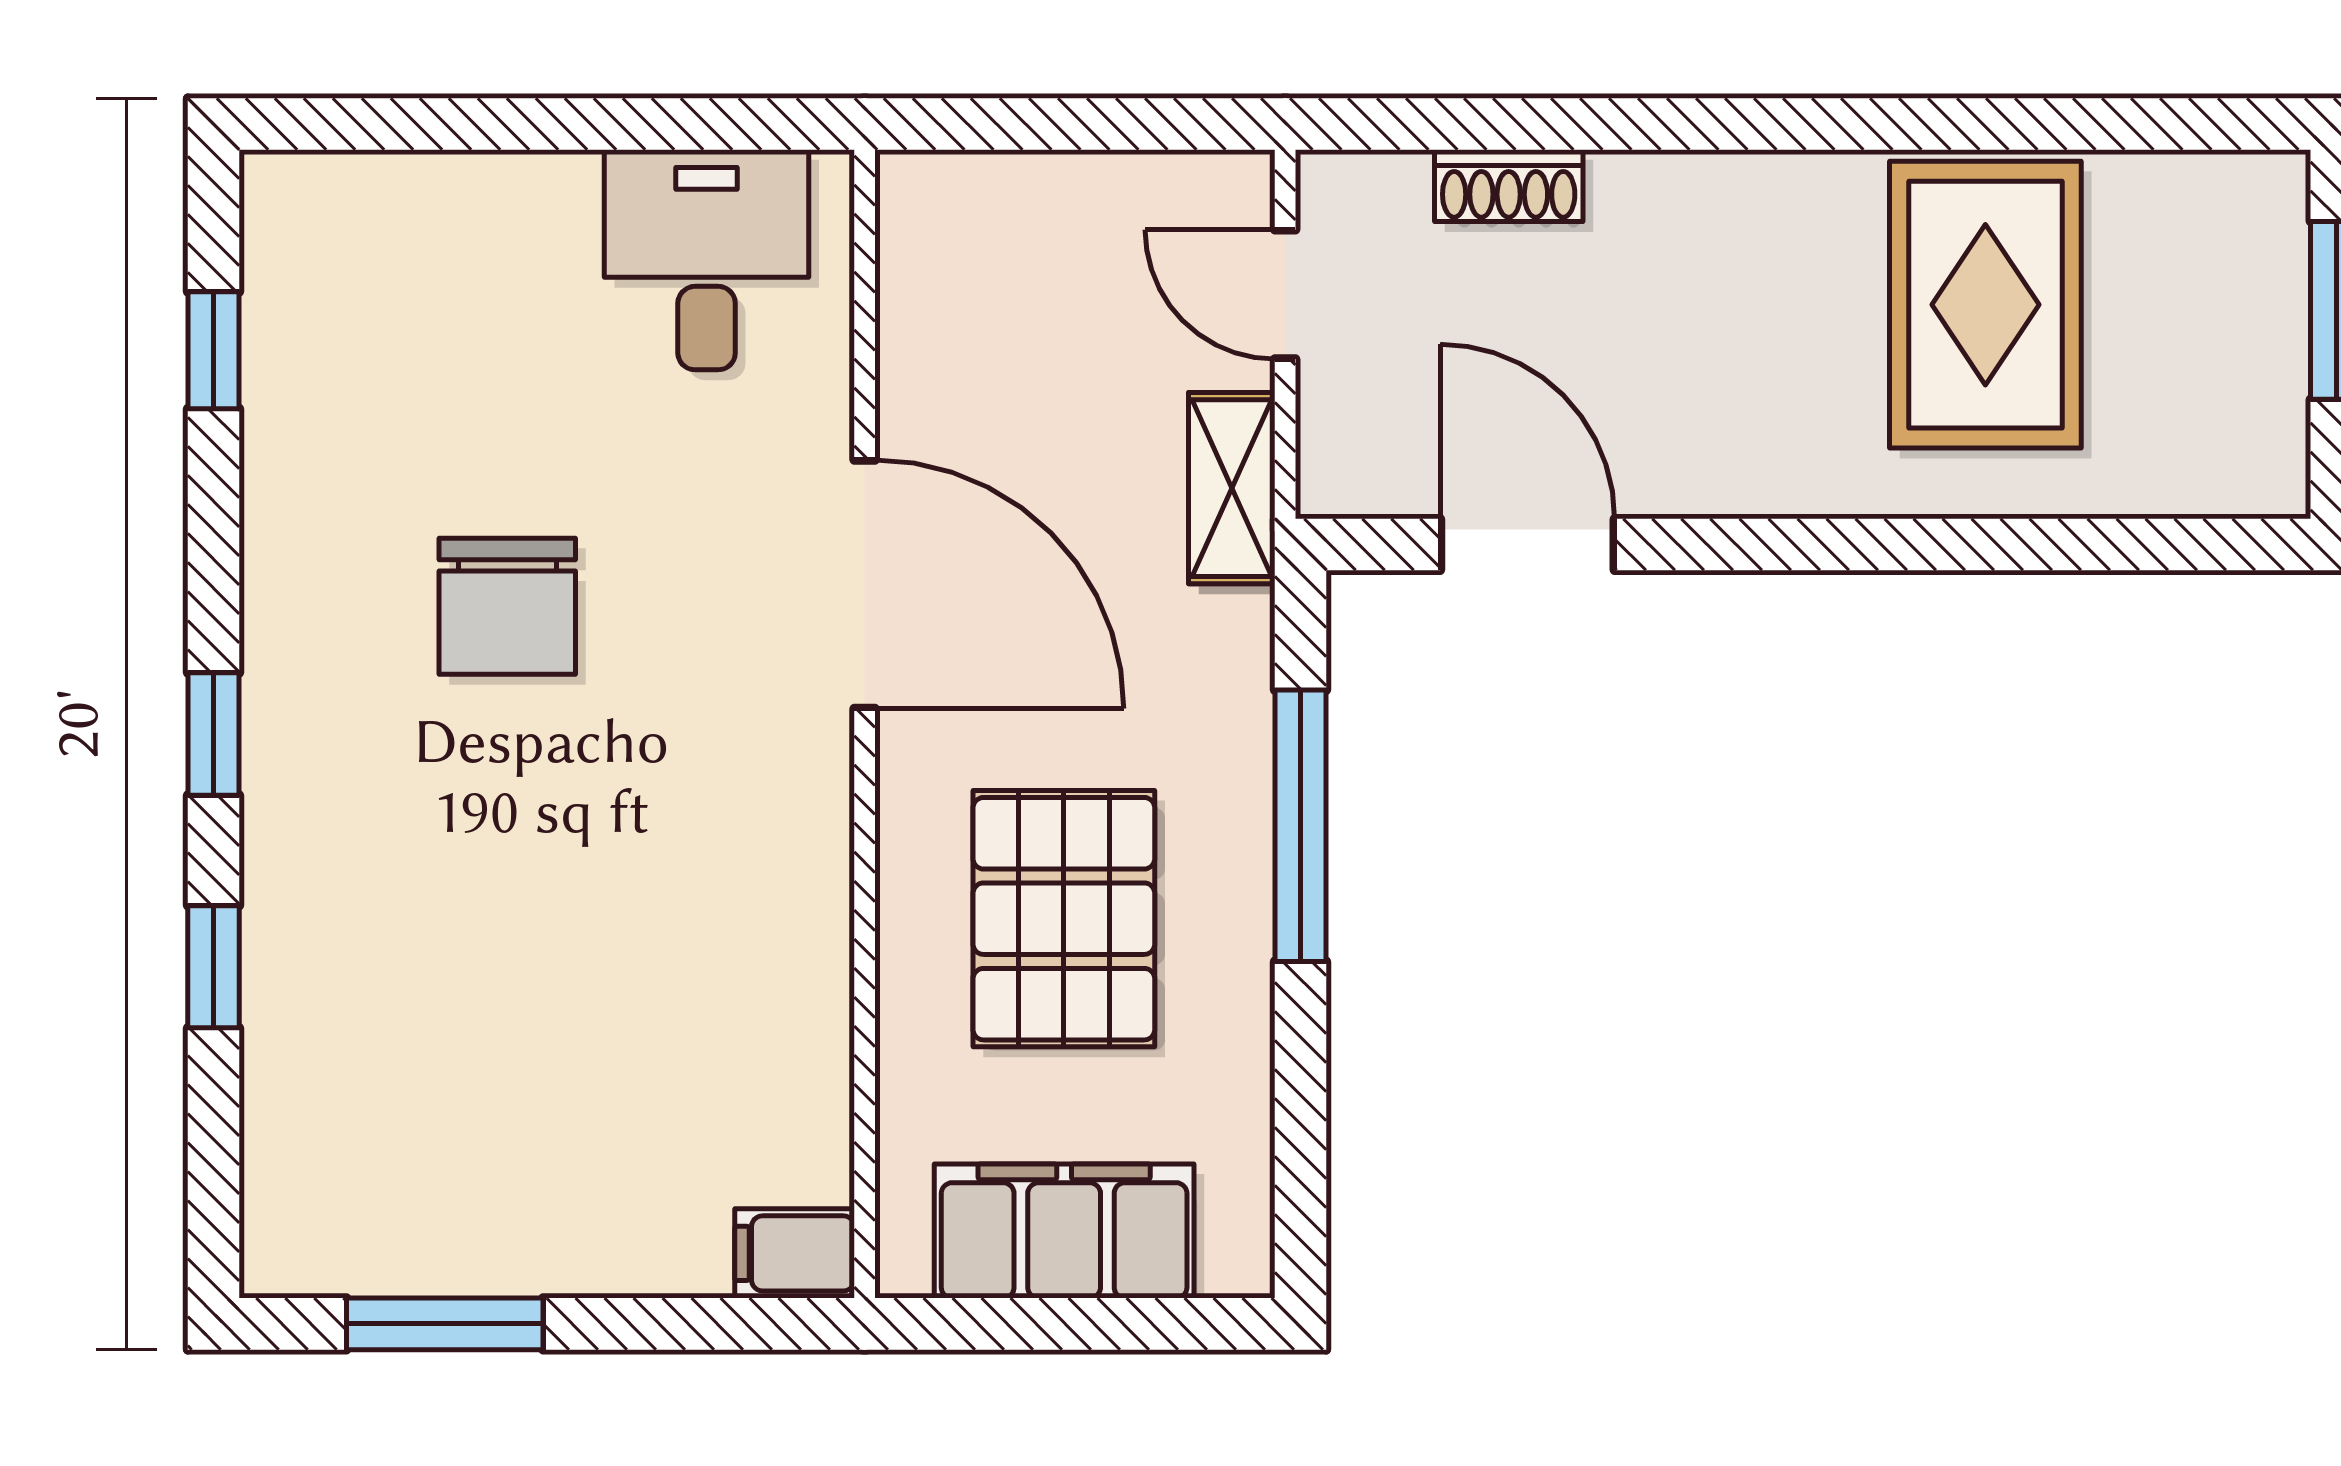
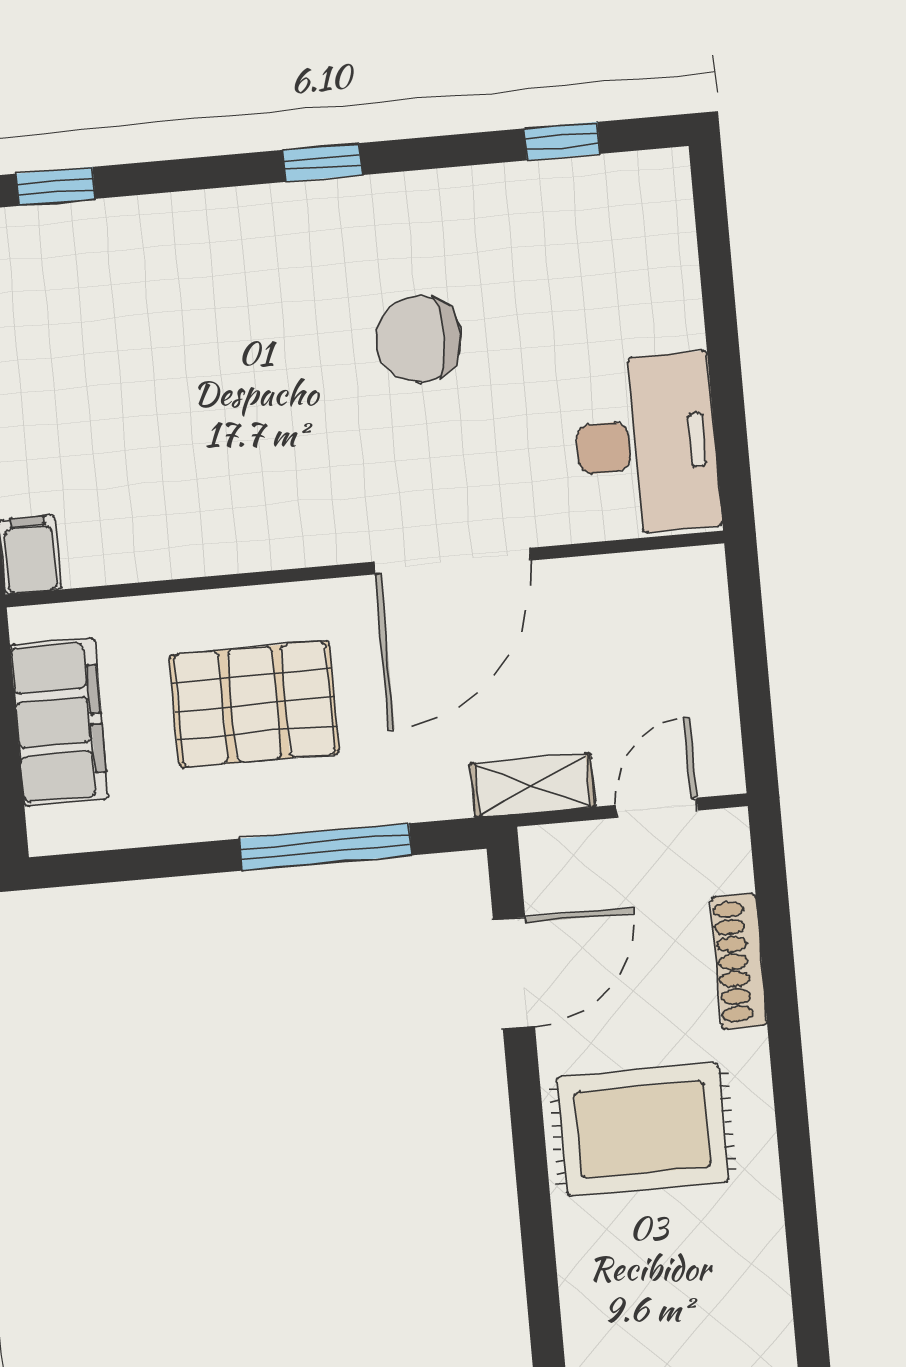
shoe rack: (1509, 186) -> (739, 961), width x1.43
desk: (707, 260) -> (646, 444), width x1.37
rug: (1985, 305) -> (643, 1130), moved
window: (213, 967) -> (56, 186), moved

